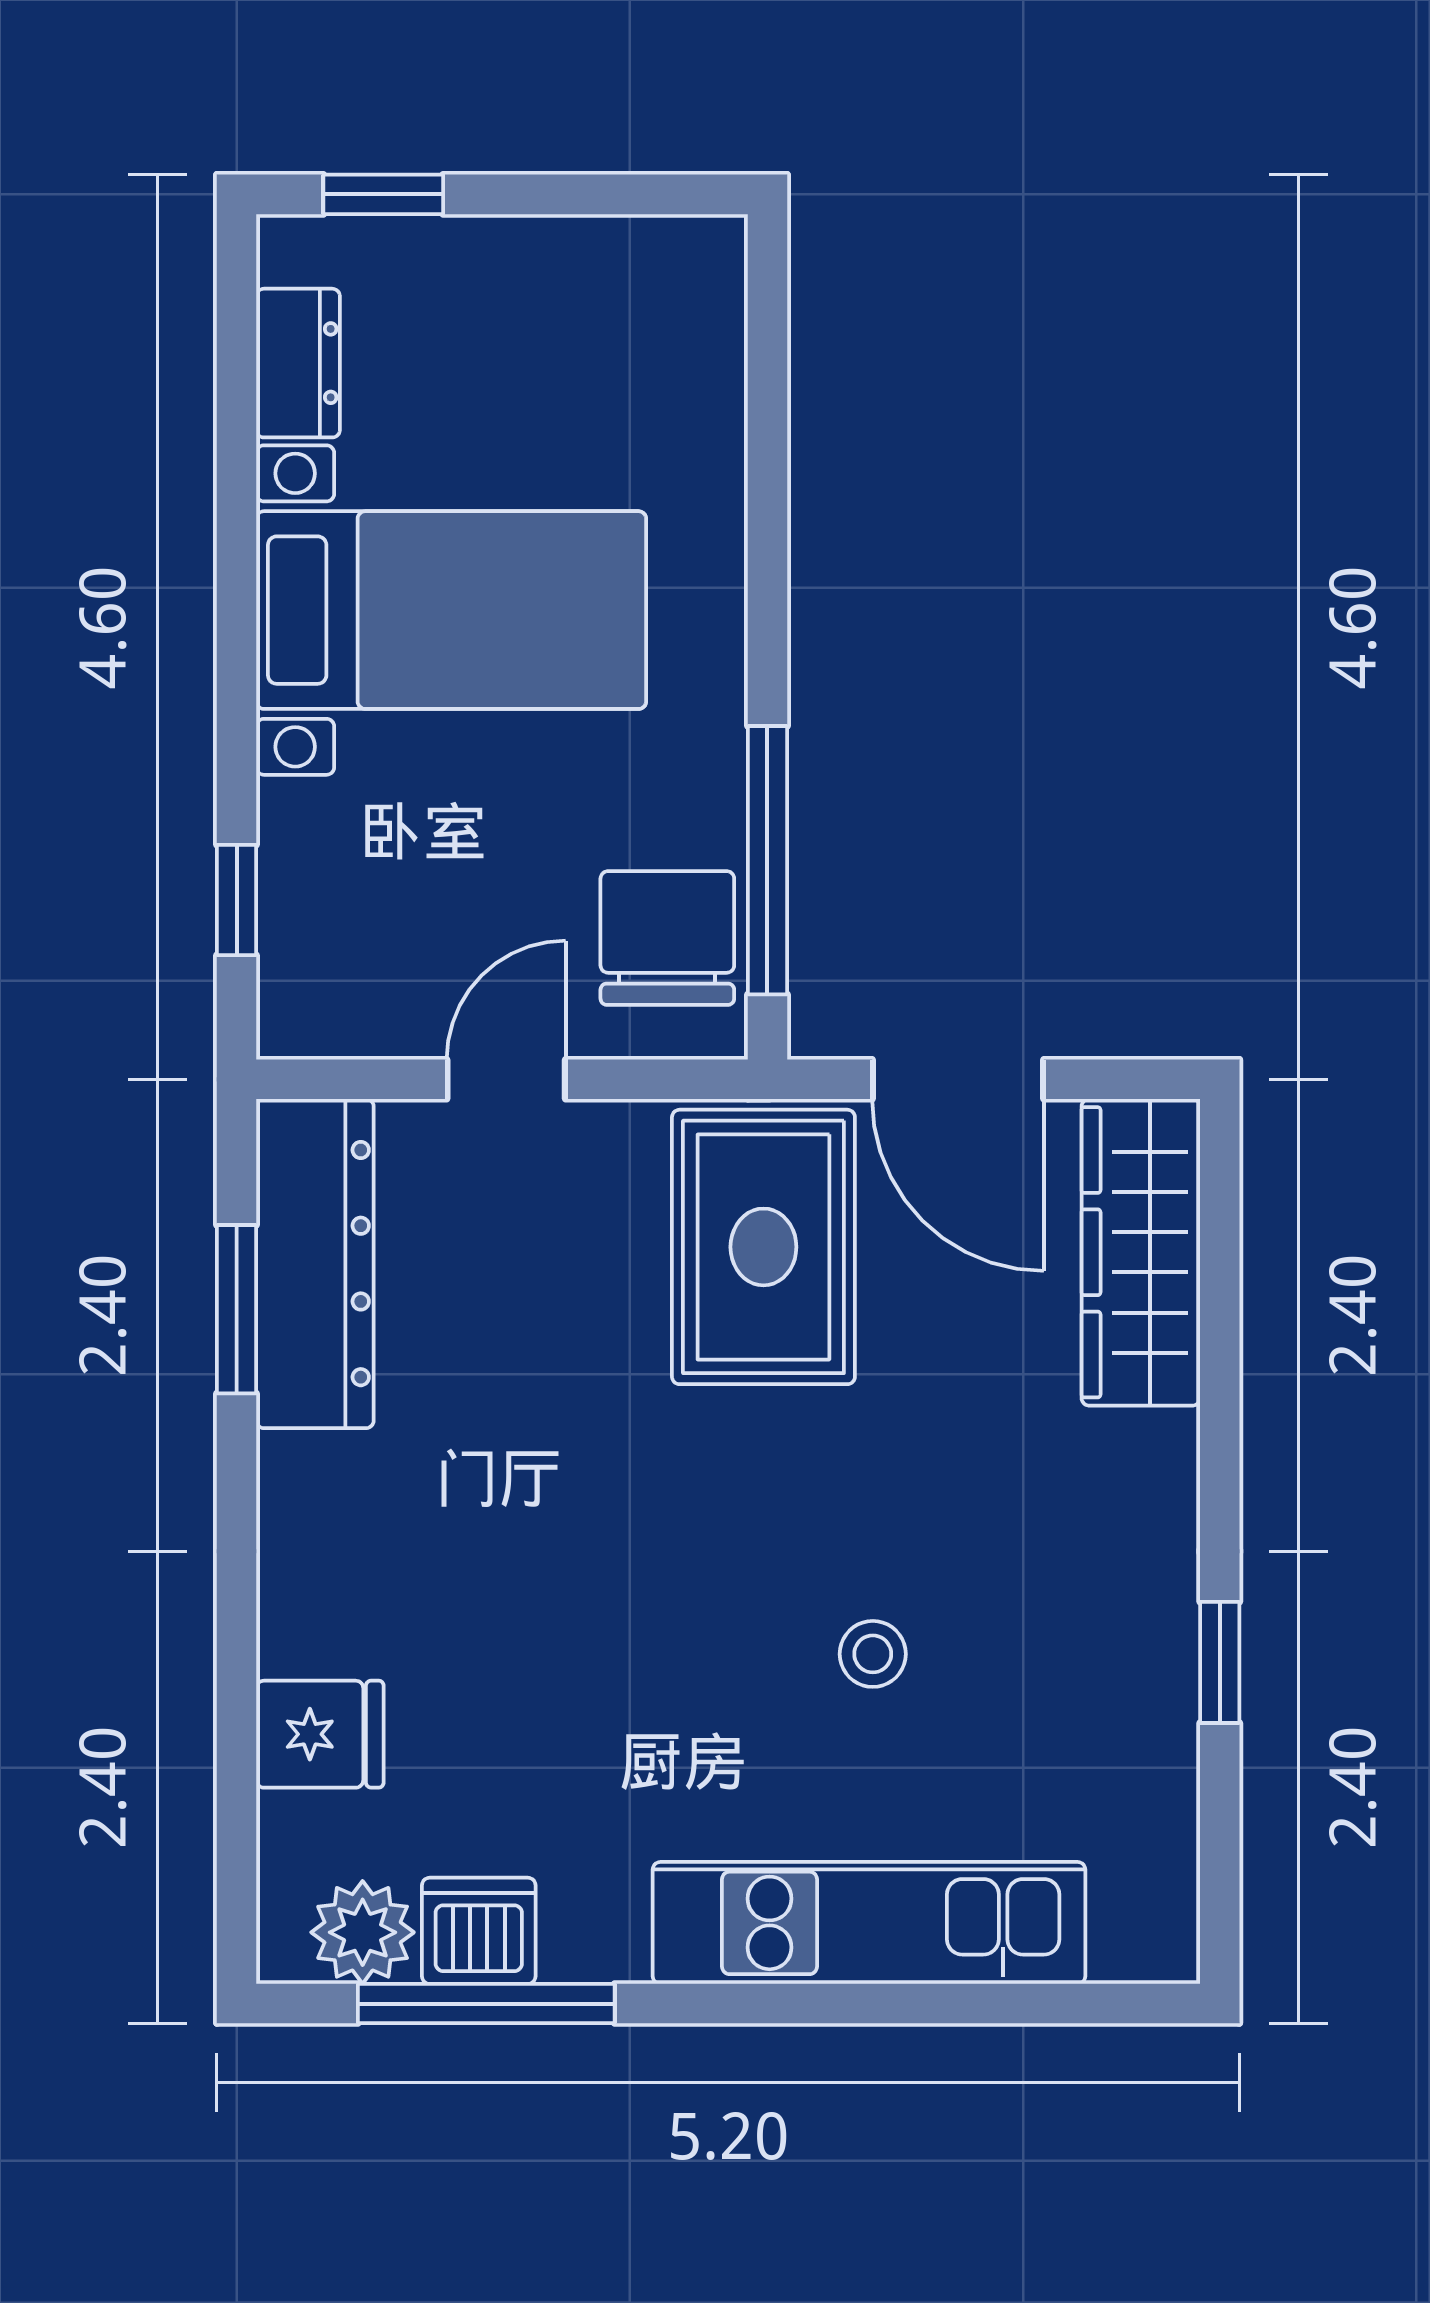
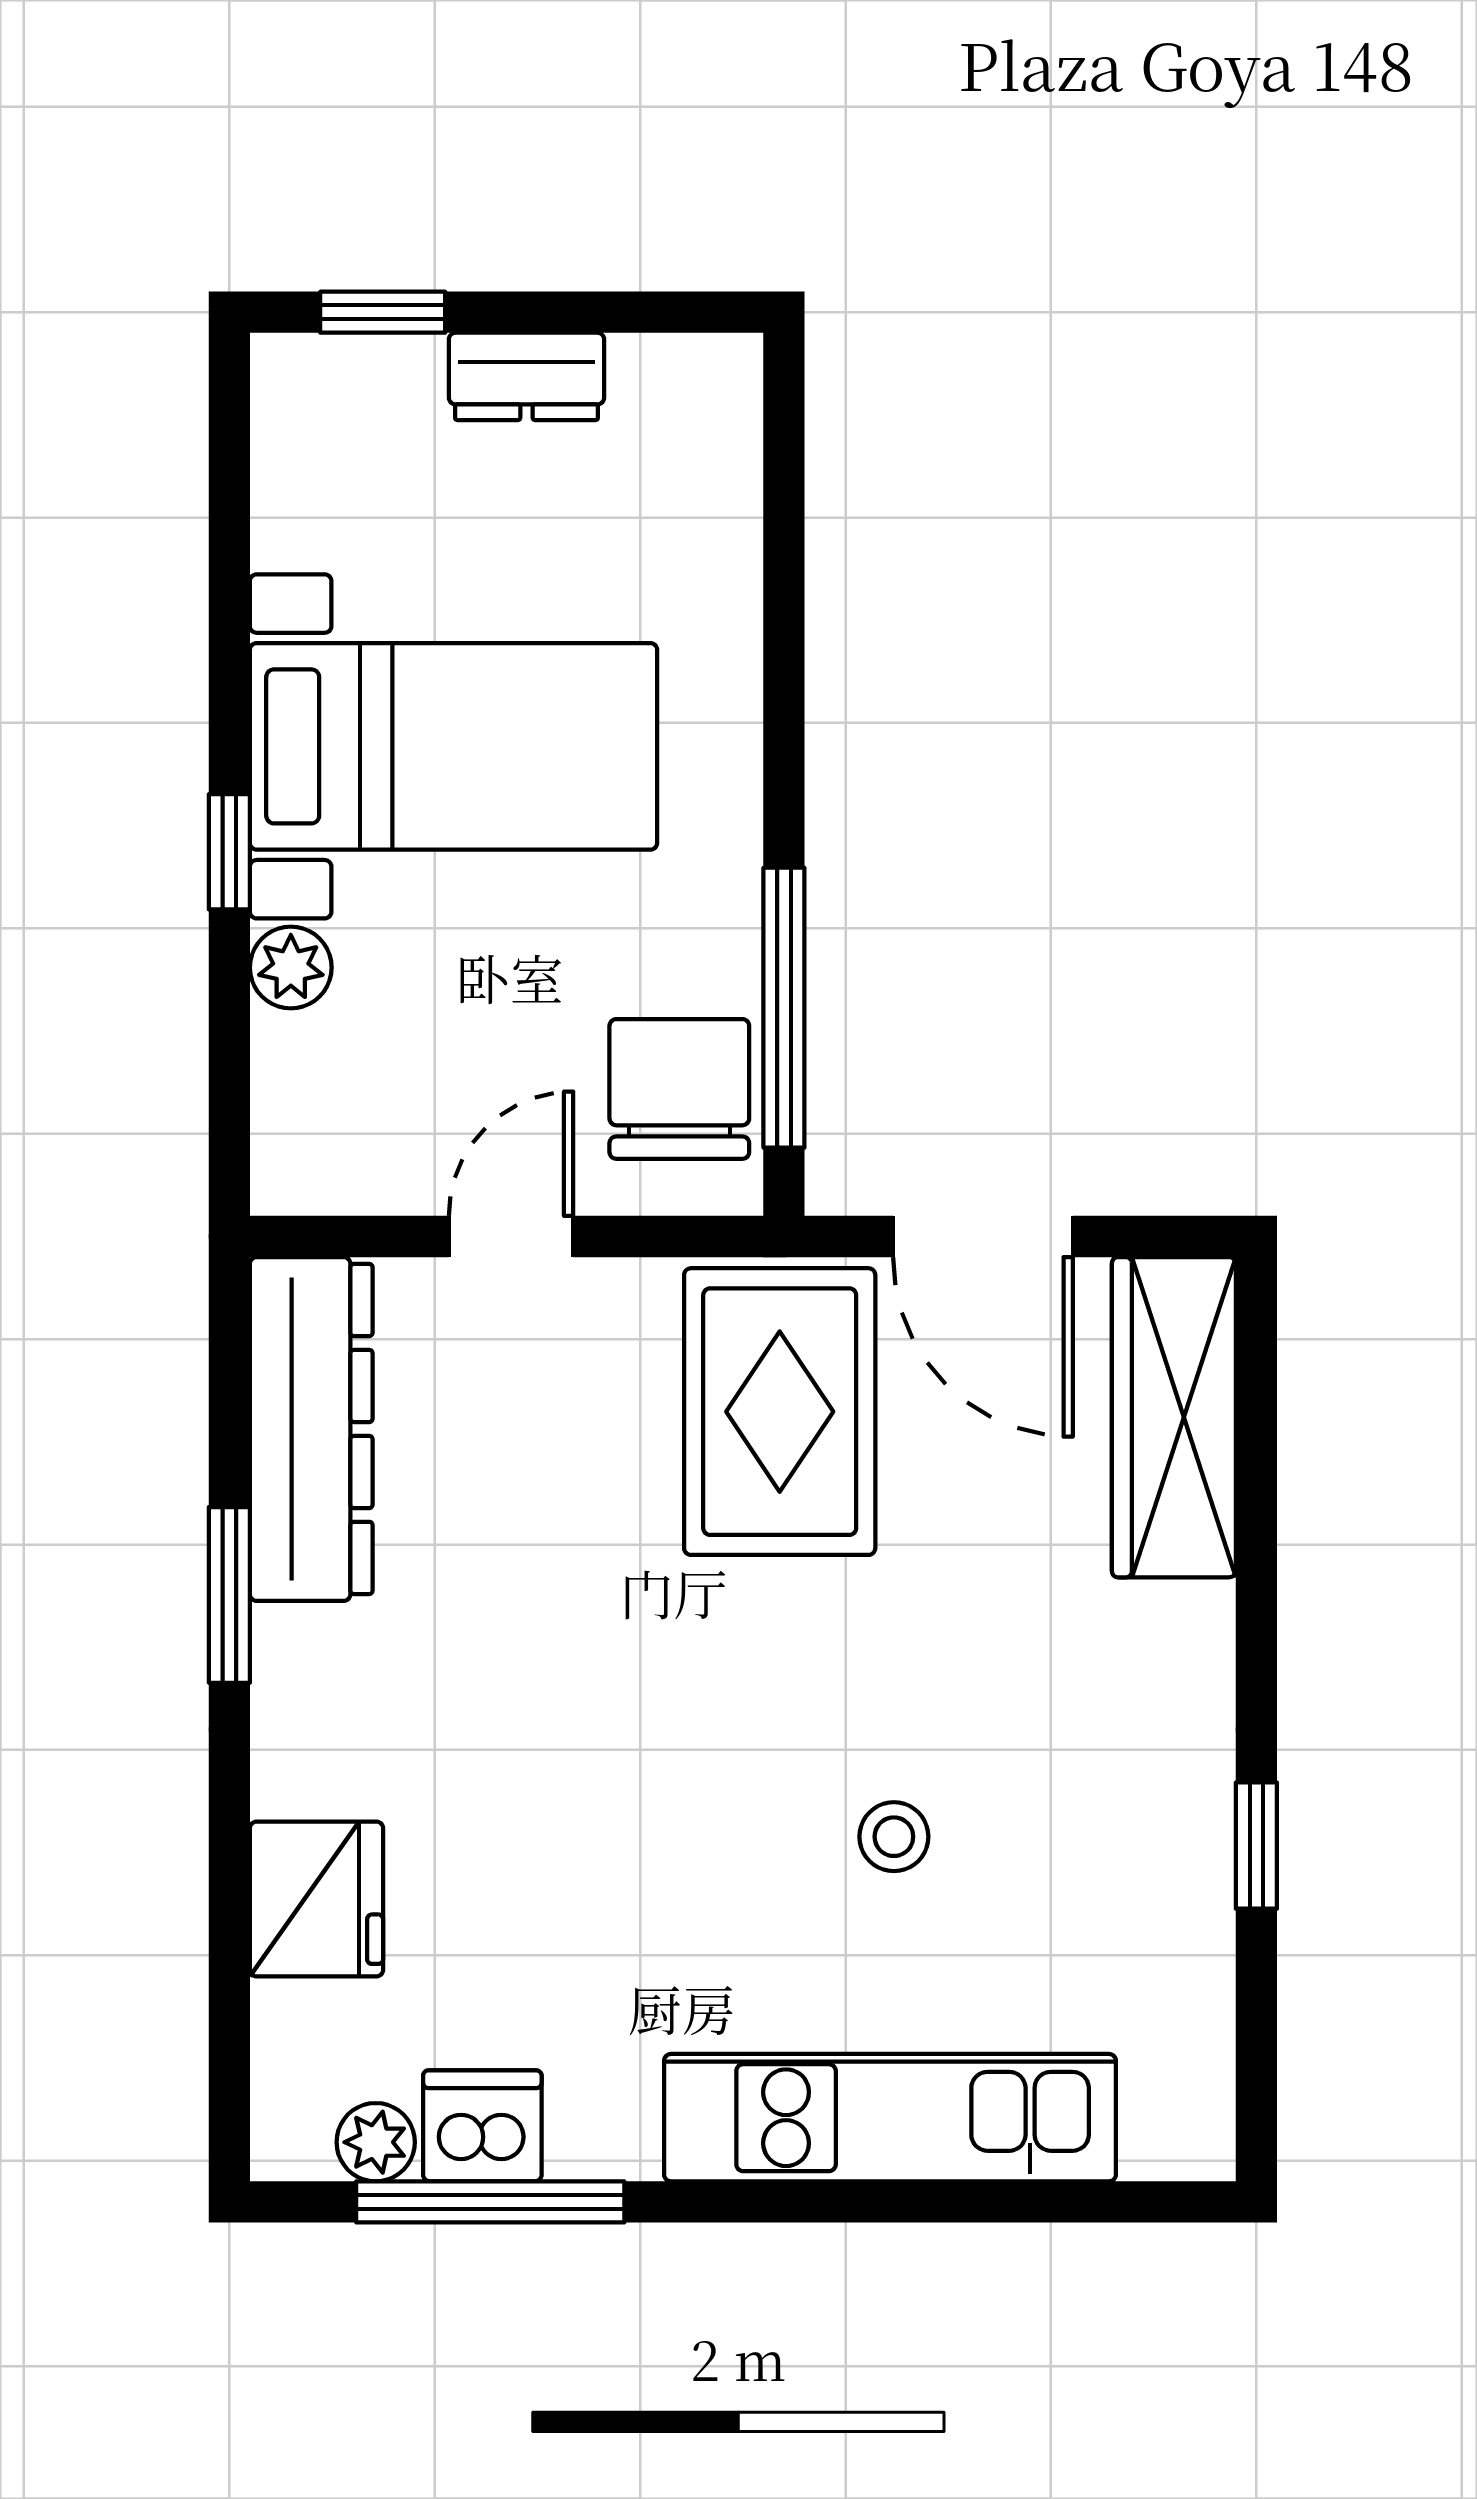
dresser: (298, 363) -> (526, 376), moved, turned 90
plant: (295, 822) -> (291, 968), added
window: (237, 900) -> (229, 852), moved
window: (237, 1309) -> (229, 1595), moved
fridge: (320, 1734) -> (317, 1899), width x1.38
plant: (363, 1932) -> (376, 2142), width x0.73, depth x0.73

